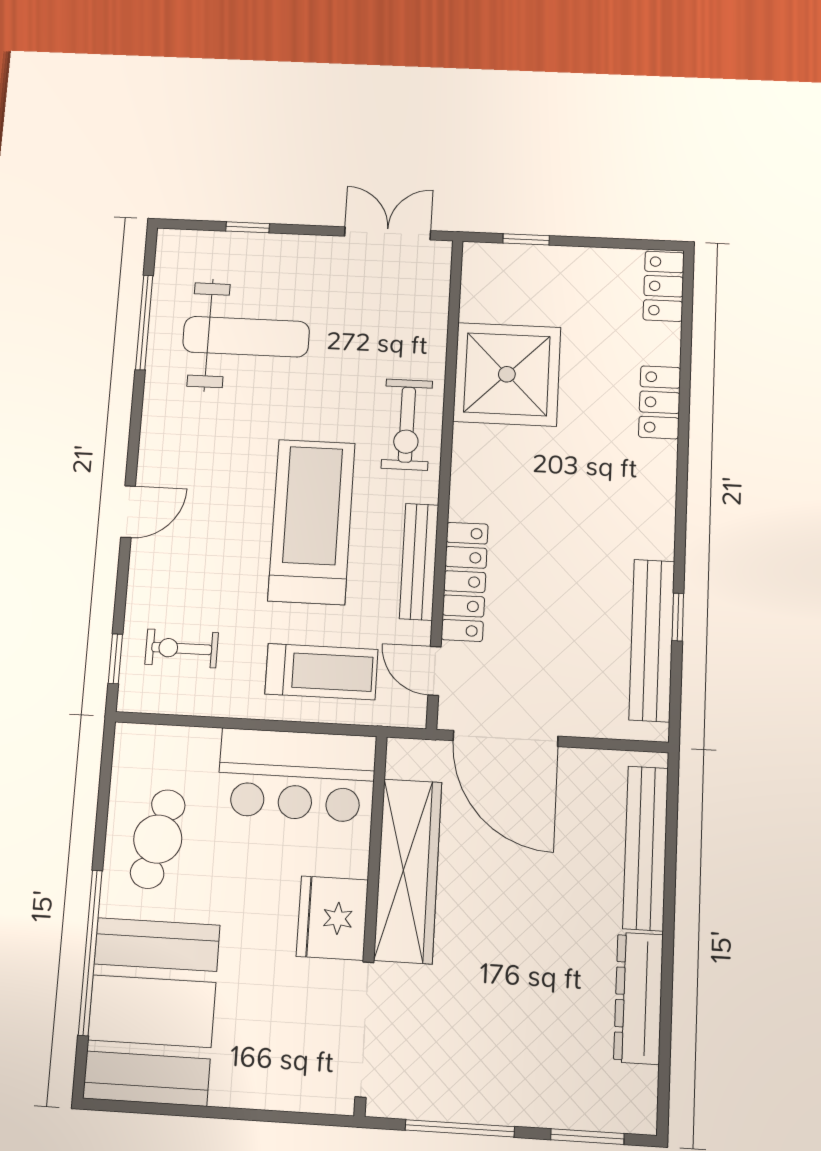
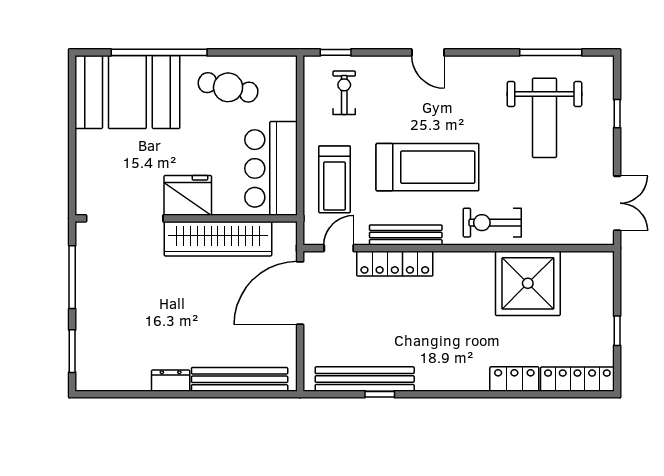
window: (526, 239) -> (617, 331), moved
locker: (664, 286) -> (577, 379), width x1.53
dresser: (639, 998) -> (171, 381), width x0.51, depth x0.80

